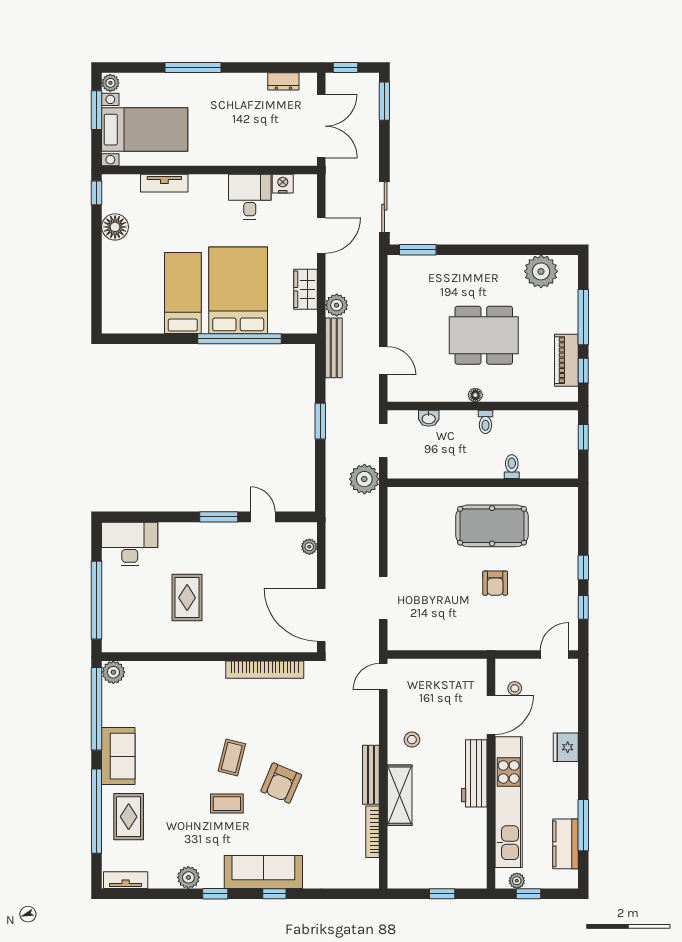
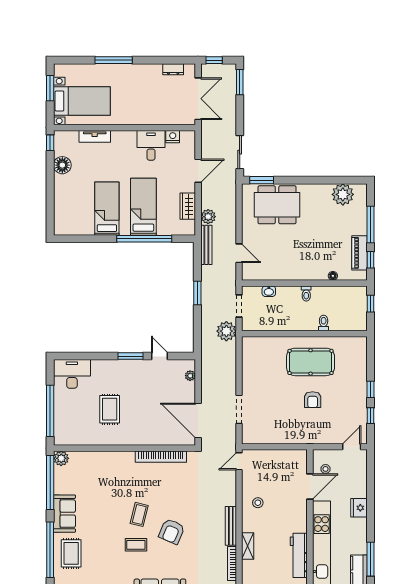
plant: (110, 83) -> (59, 70), removed
bed: (238, 290) -> (143, 207), width x0.67
dining table: (484, 335) -> (277, 205), moved
floor lamp: (475, 395) -> (333, 276), moved
workbench: (474, 773) -> (299, 555), moved
shelving: (400, 795) -> (248, 546), width x0.67, depth x0.75

